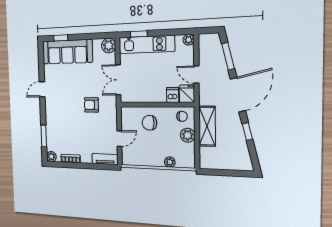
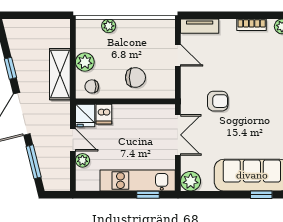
plant: (189, 40) -> (82, 160), moved
door: (119, 139) -> (178, 55), swing flipped

